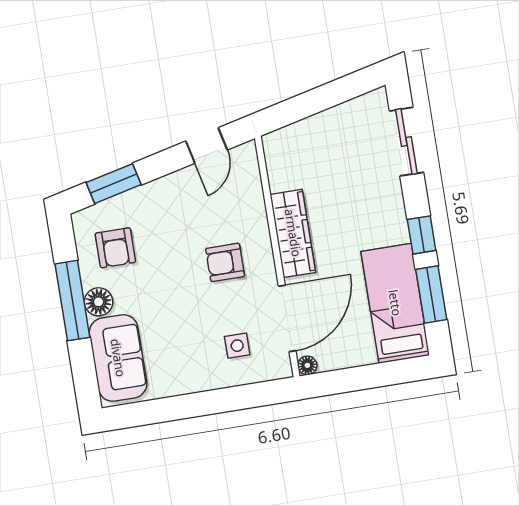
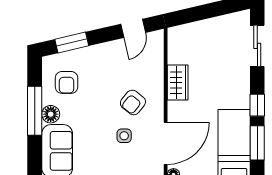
wardrobe: (293, 233) -> (178, 83), width x0.67
armchair: (225, 262) -> (133, 102), turned -51
side table: (237, 346) -> (124, 136), moved

